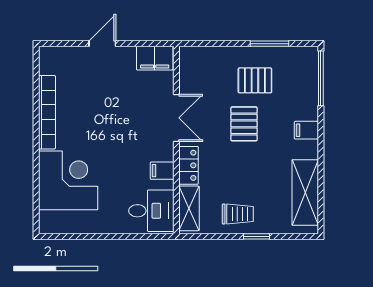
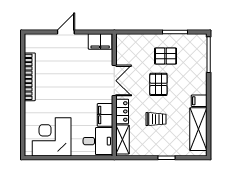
filing cabinet: (306, 130) -> (199, 101), moved
filing cabinet: (162, 171) -> (105, 115), width x2.00
corner desk: (68, 180) -> (52, 137), moved, turned -90
trolley: (238, 214) -> (156, 119), moved

